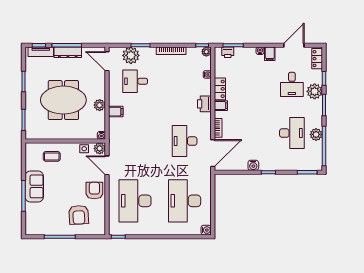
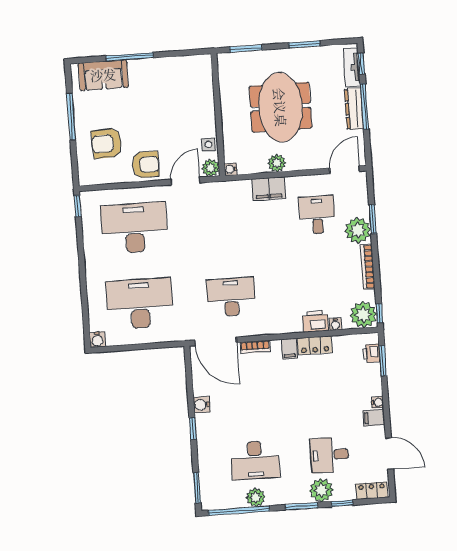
plant: (206, 52) -> (363, 315), width x1.88, depth x1.88
plant: (131, 55) -> (358, 230), moved
printer: (204, 104) -> (315, 321), moved
filing cabinet: (116, 112) -> (269, 189), width x2.00
coffee table: (52, 156) -> (193, 96), removed
sofa: (34, 186) -> (103, 75), moved

